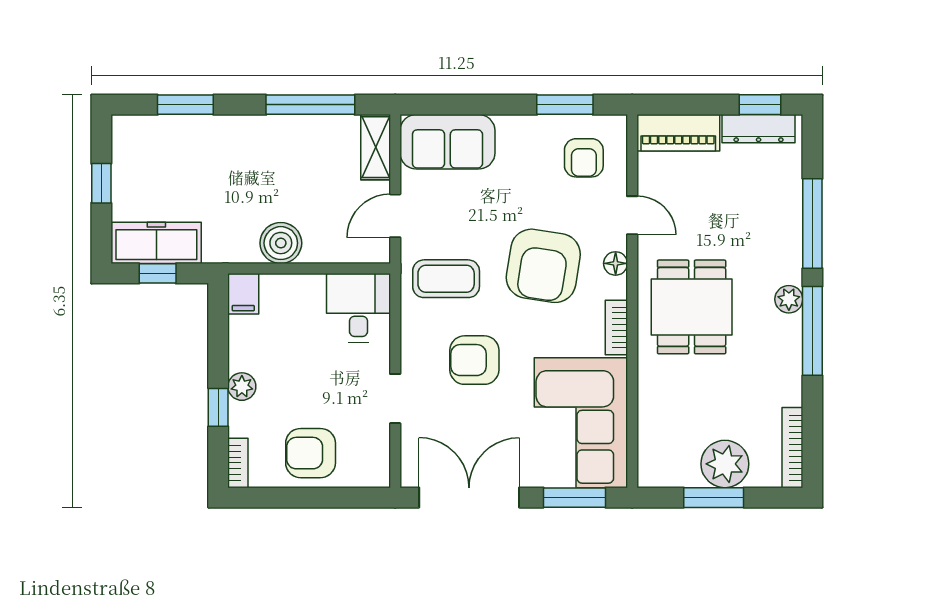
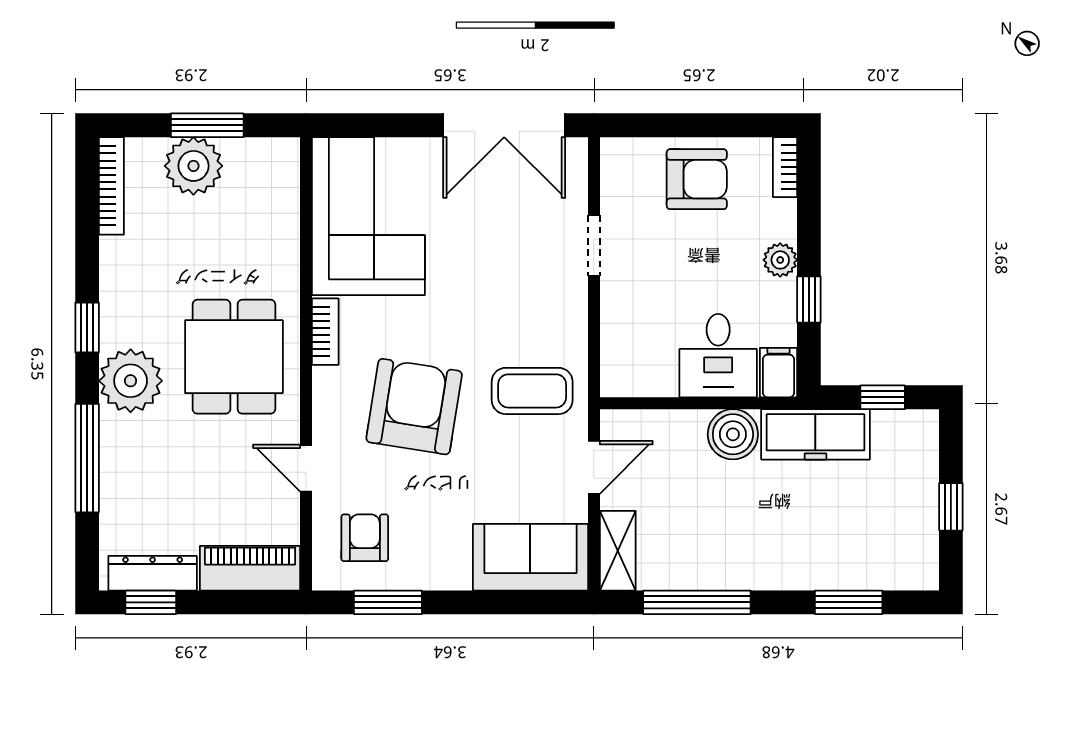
freezer: (156, 243) -> (815, 434), moved
floor lamp: (616, 263) -> (326, 409), removed
plant: (789, 299) -> (131, 381), width x1.87, depth x1.87
desk: (358, 308) -> (718, 356), moved
window: (812, 331) -> (87, 327), width x0.46
armchair: (474, 360) -> (498, 292), removed
window: (218, 407) -> (809, 299), moved
window: (574, 498) -> (376, 125), removed

